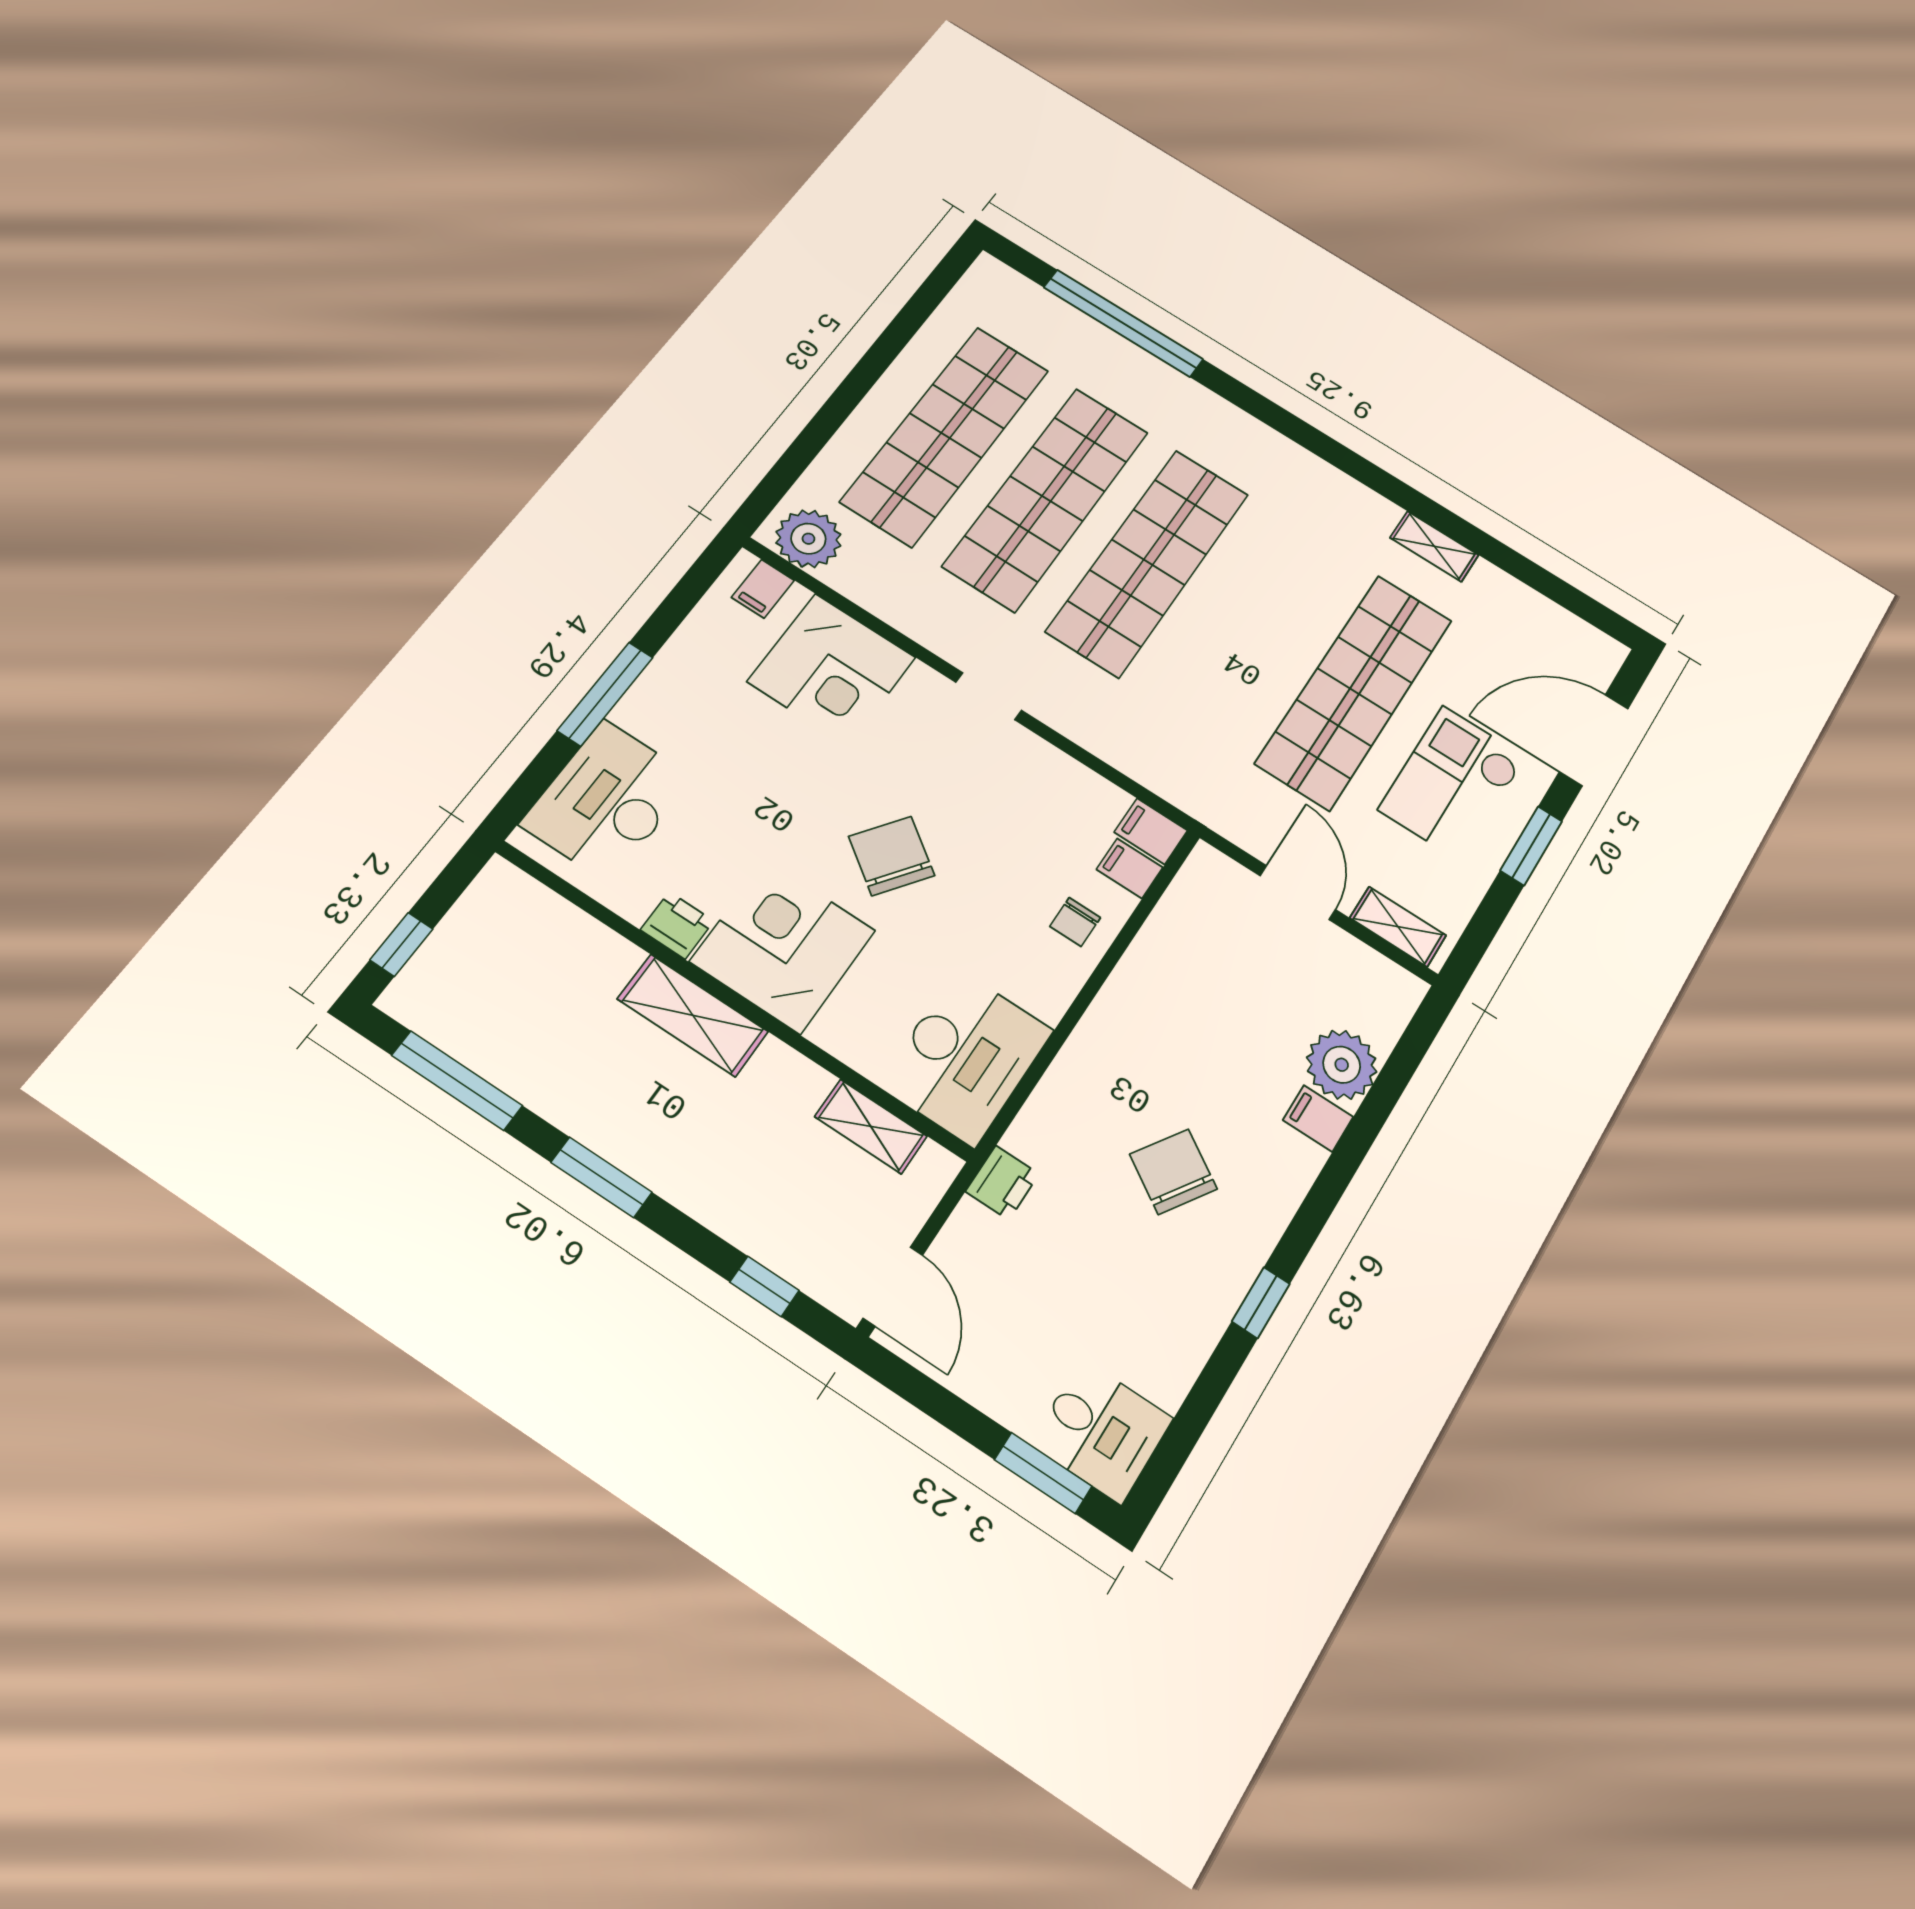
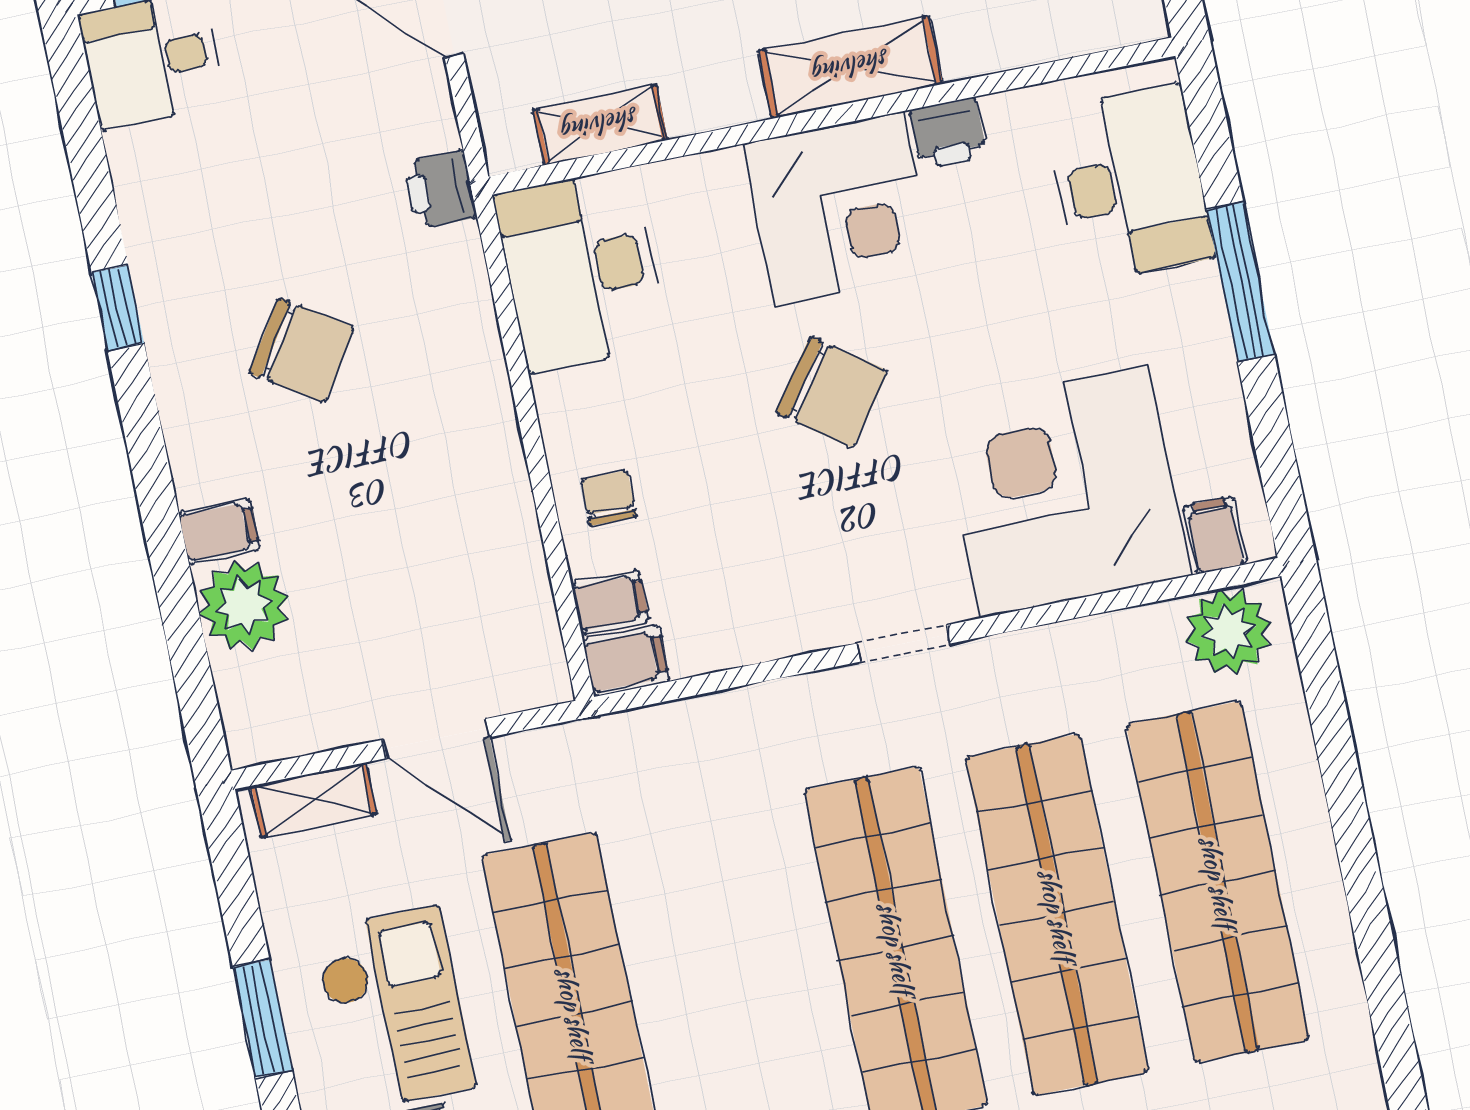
corner desk: (832, 670) -> (1064, 491), width x1.36, depth x1.36

